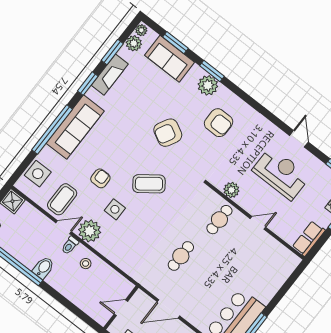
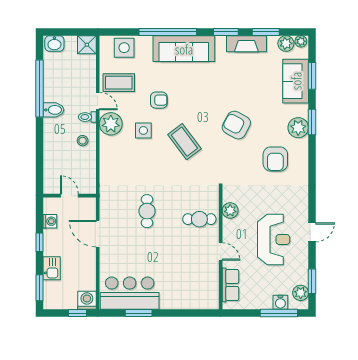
row of seats: (309, 239) -> (230, 285), moved, turned 90
cafe table: (181, 256) -> (147, 211), turned 90

